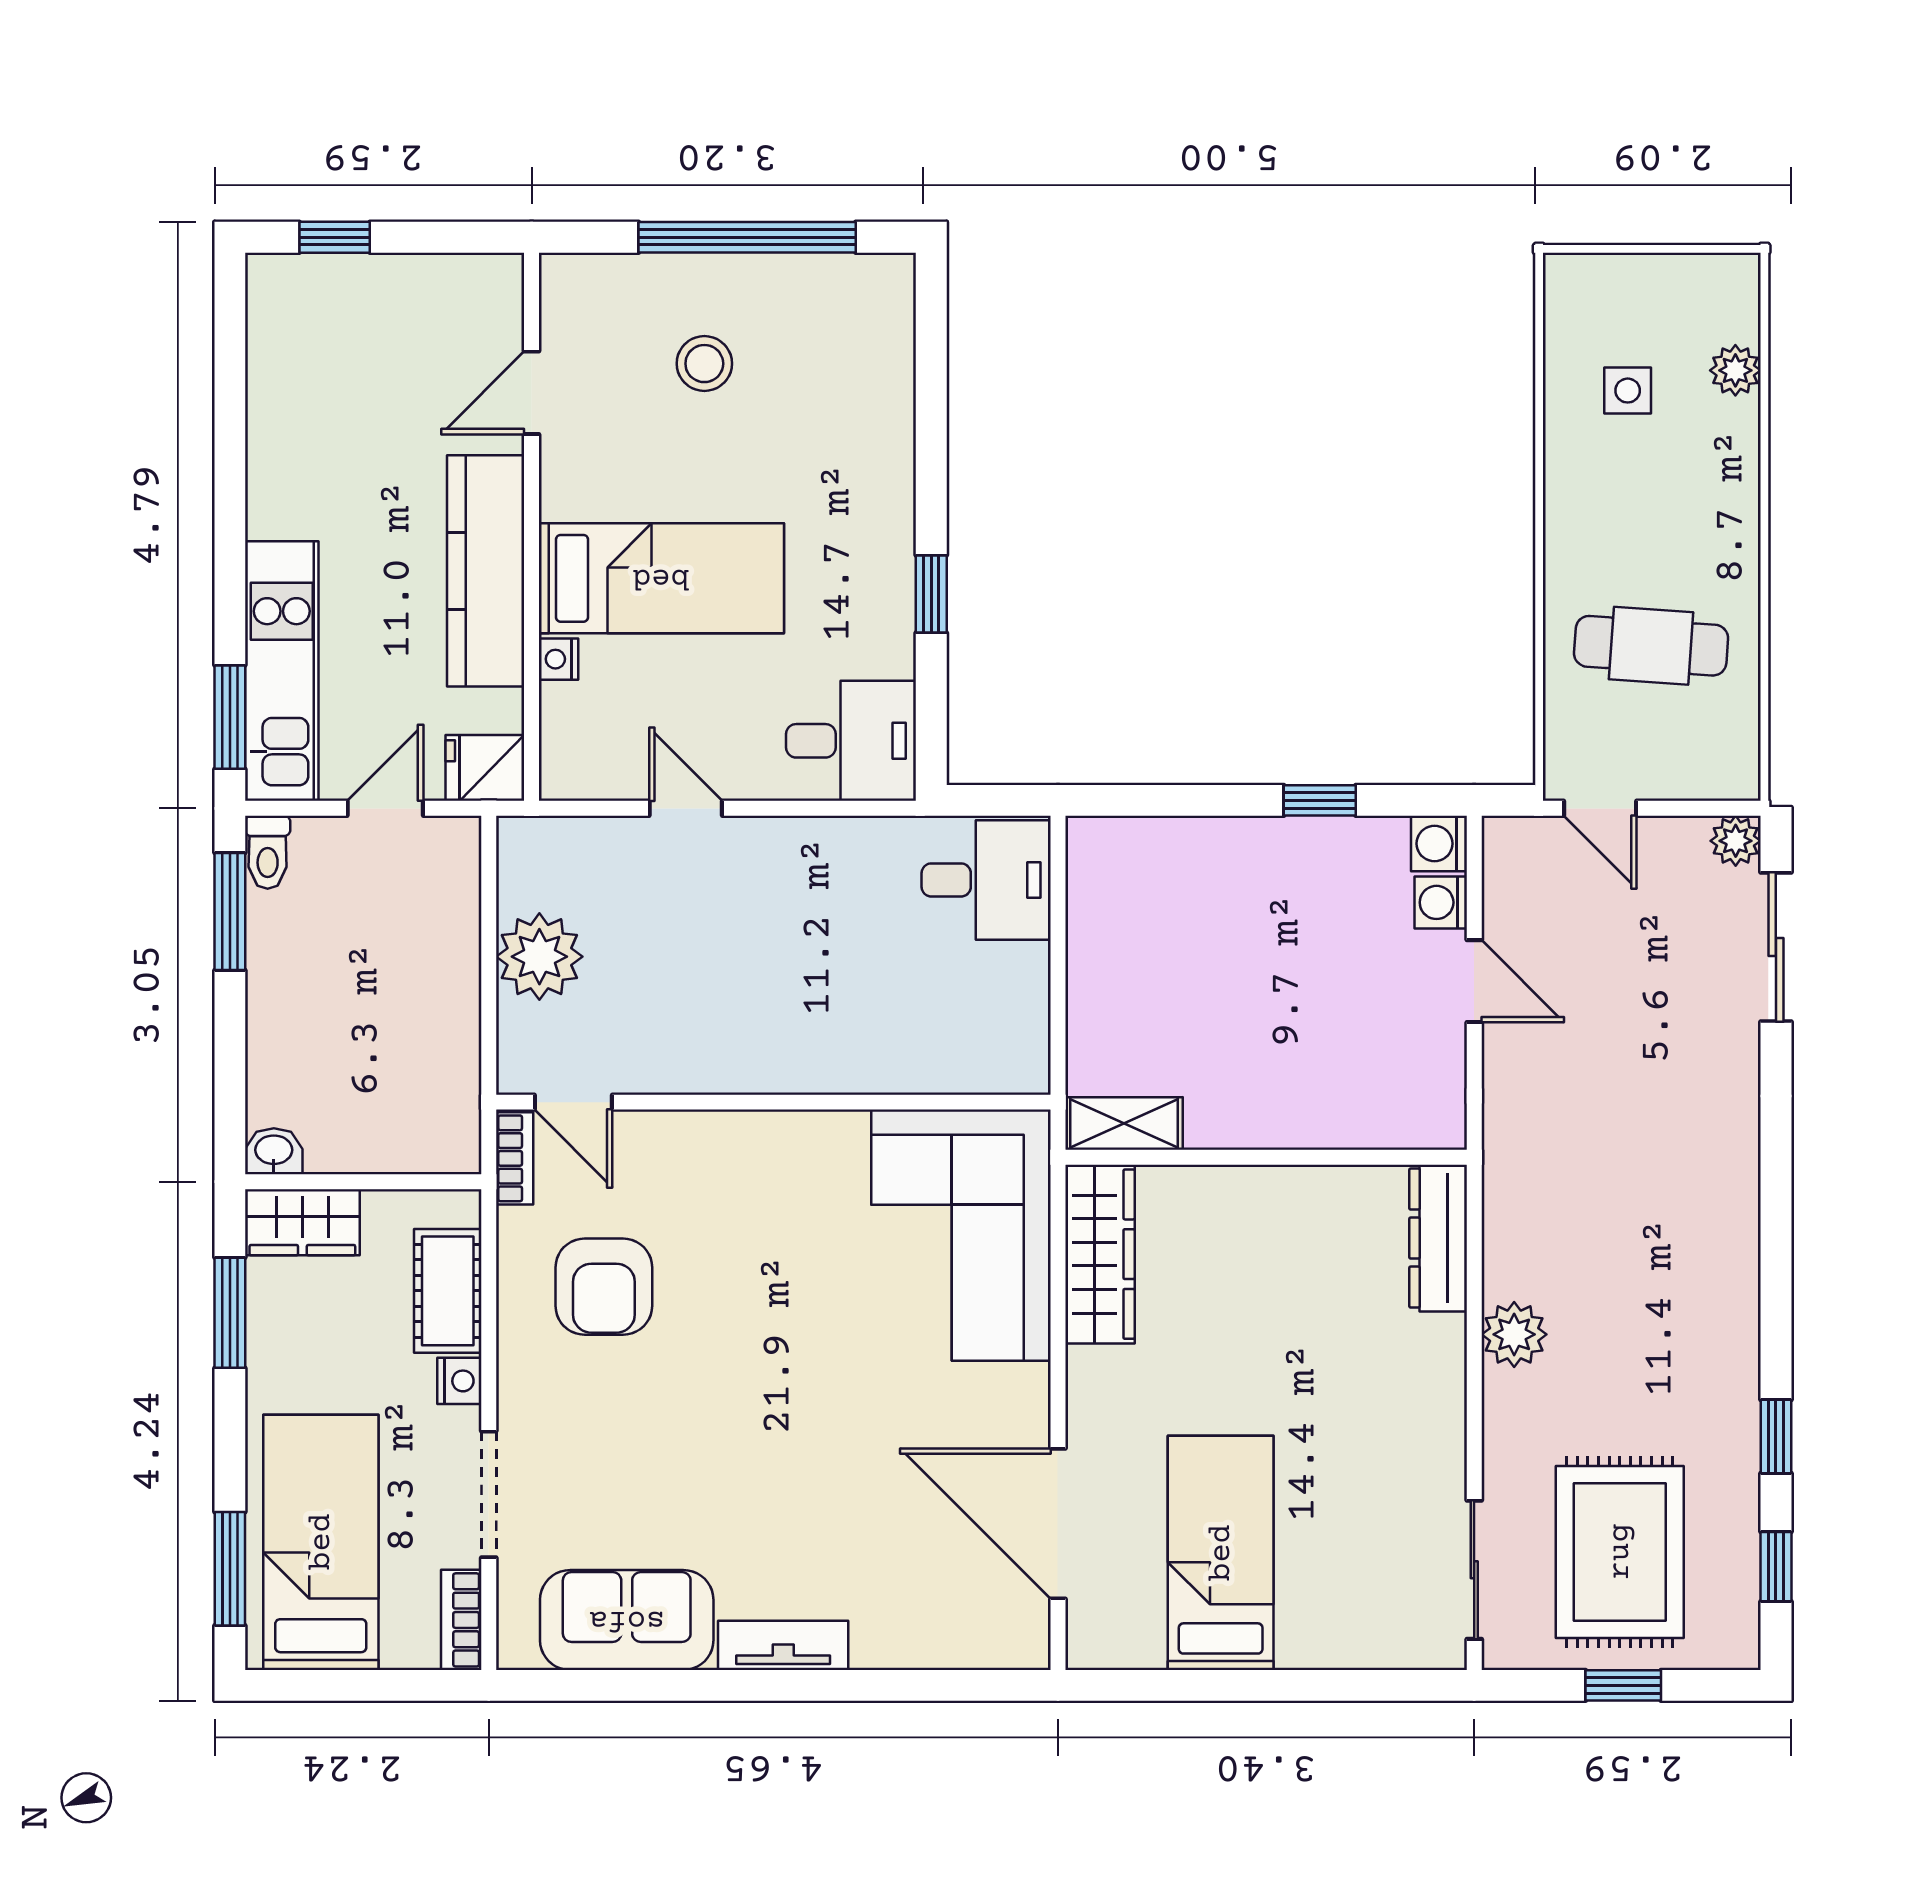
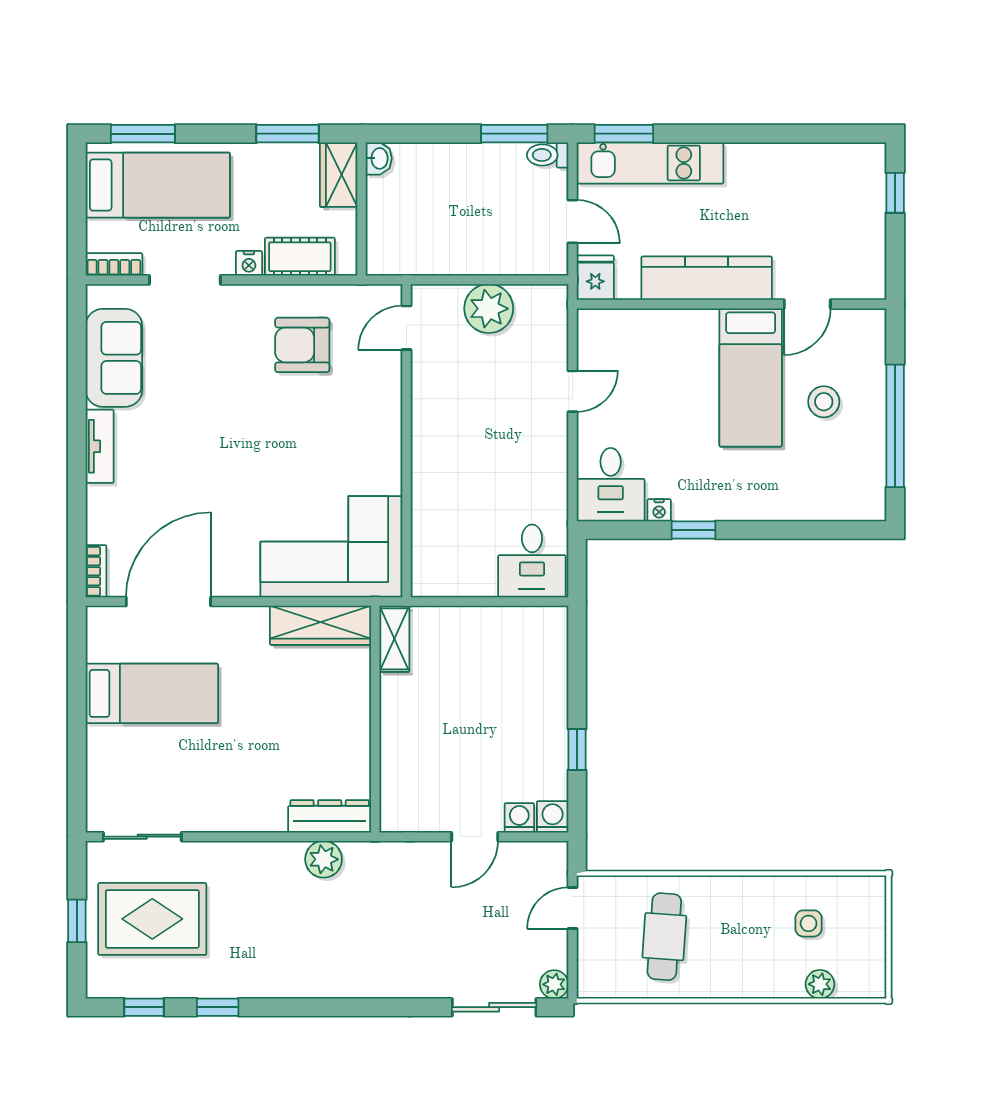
door: (532, 393) -> (807, 304), swing flipped
bed: (661, 578) -> (751, 377), moved
nightstand: (558, 659) -> (659, 510), moved, turned 180
bookcase: (515, 1158) -> (96, 571), moved, turned -90
plant: (1514, 1334) -> (324, 859), moved

